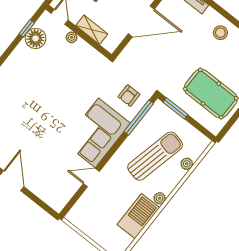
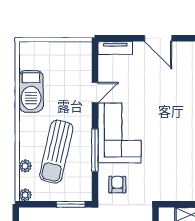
window: (139, 118) -> (95, 150), moved
plant: (160, 198) -> (25, 195), moved
tv unit: (50, 199) -> (115, 48), added

